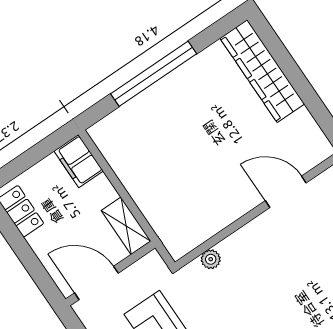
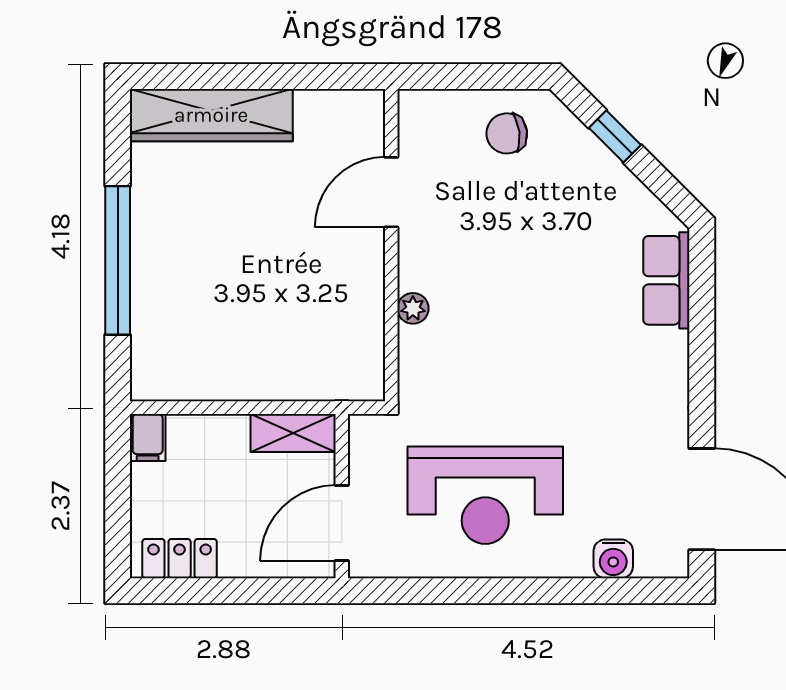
filing cabinet: (79, 161) -> (148, 437), width x0.50
plant: (211, 259) -> (413, 308), moved

